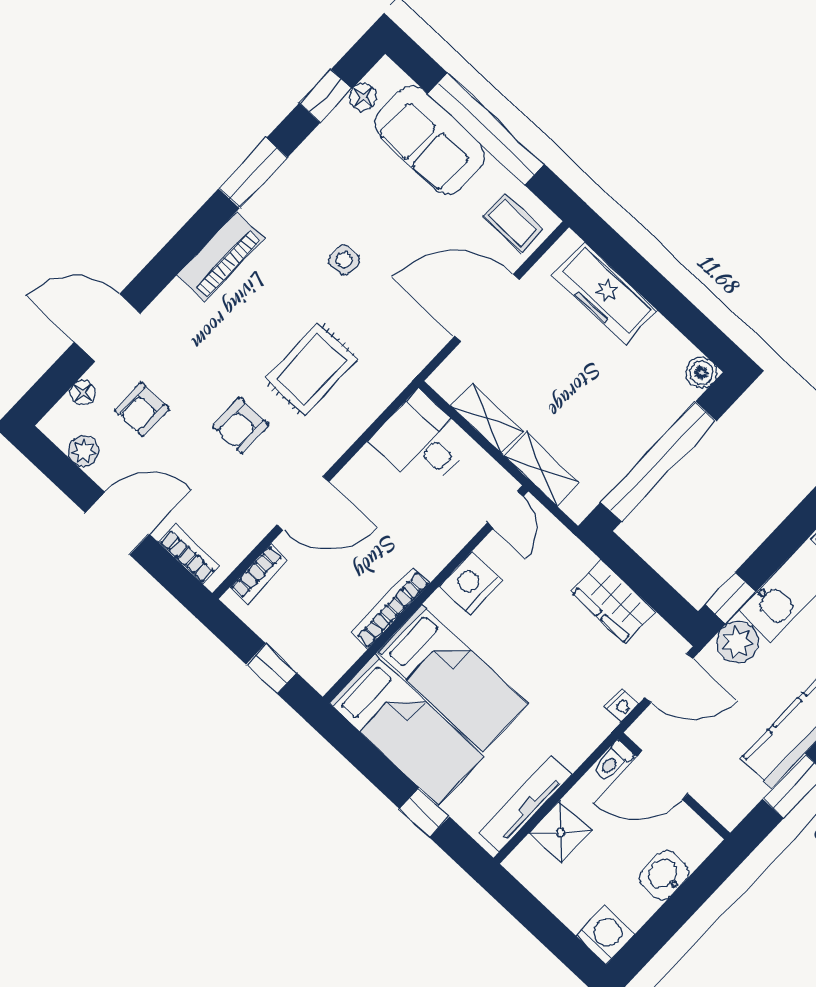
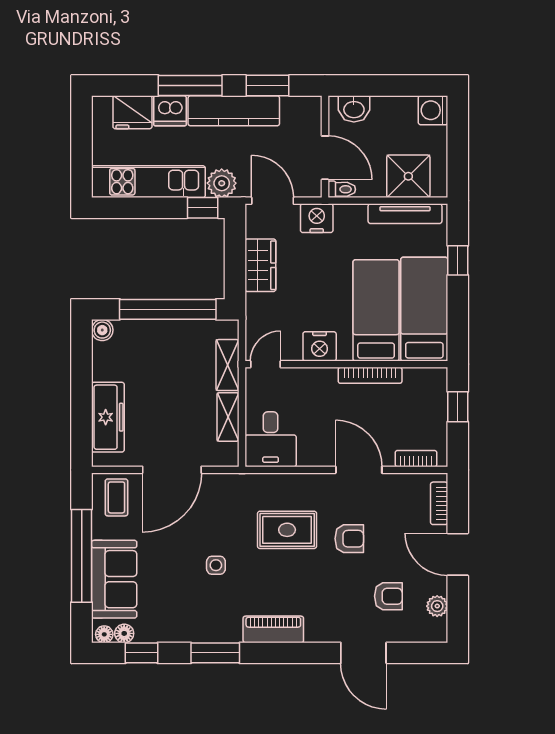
door: (487, 308) -> (172, 470), hinge flipped
floor lamp: (83, 393) -> (104, 634), moved
nightstand: (621, 705) -> (317, 218), width x1.89, depth x1.79
shower: (560, 832) -> (408, 176), width x1.36, depth x1.36
washbasin: (664, 875) -> (354, 109), moved

